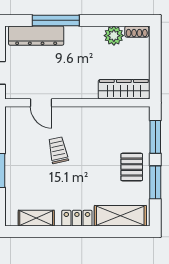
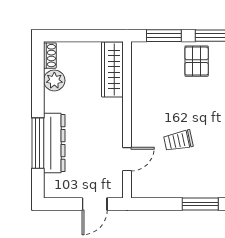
dresser: (36, 36) -> (54, 143), moved
pallet: (132, 167) -> (197, 61), turned 90

